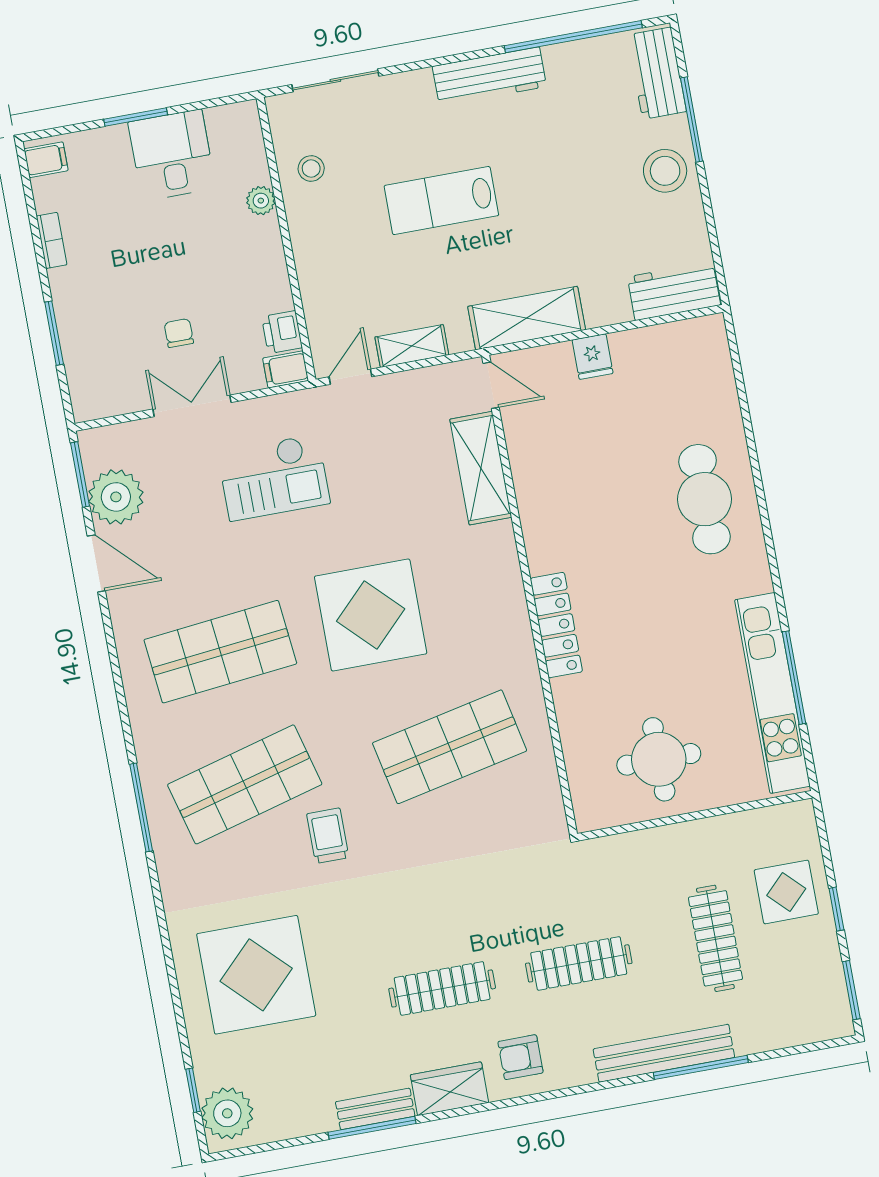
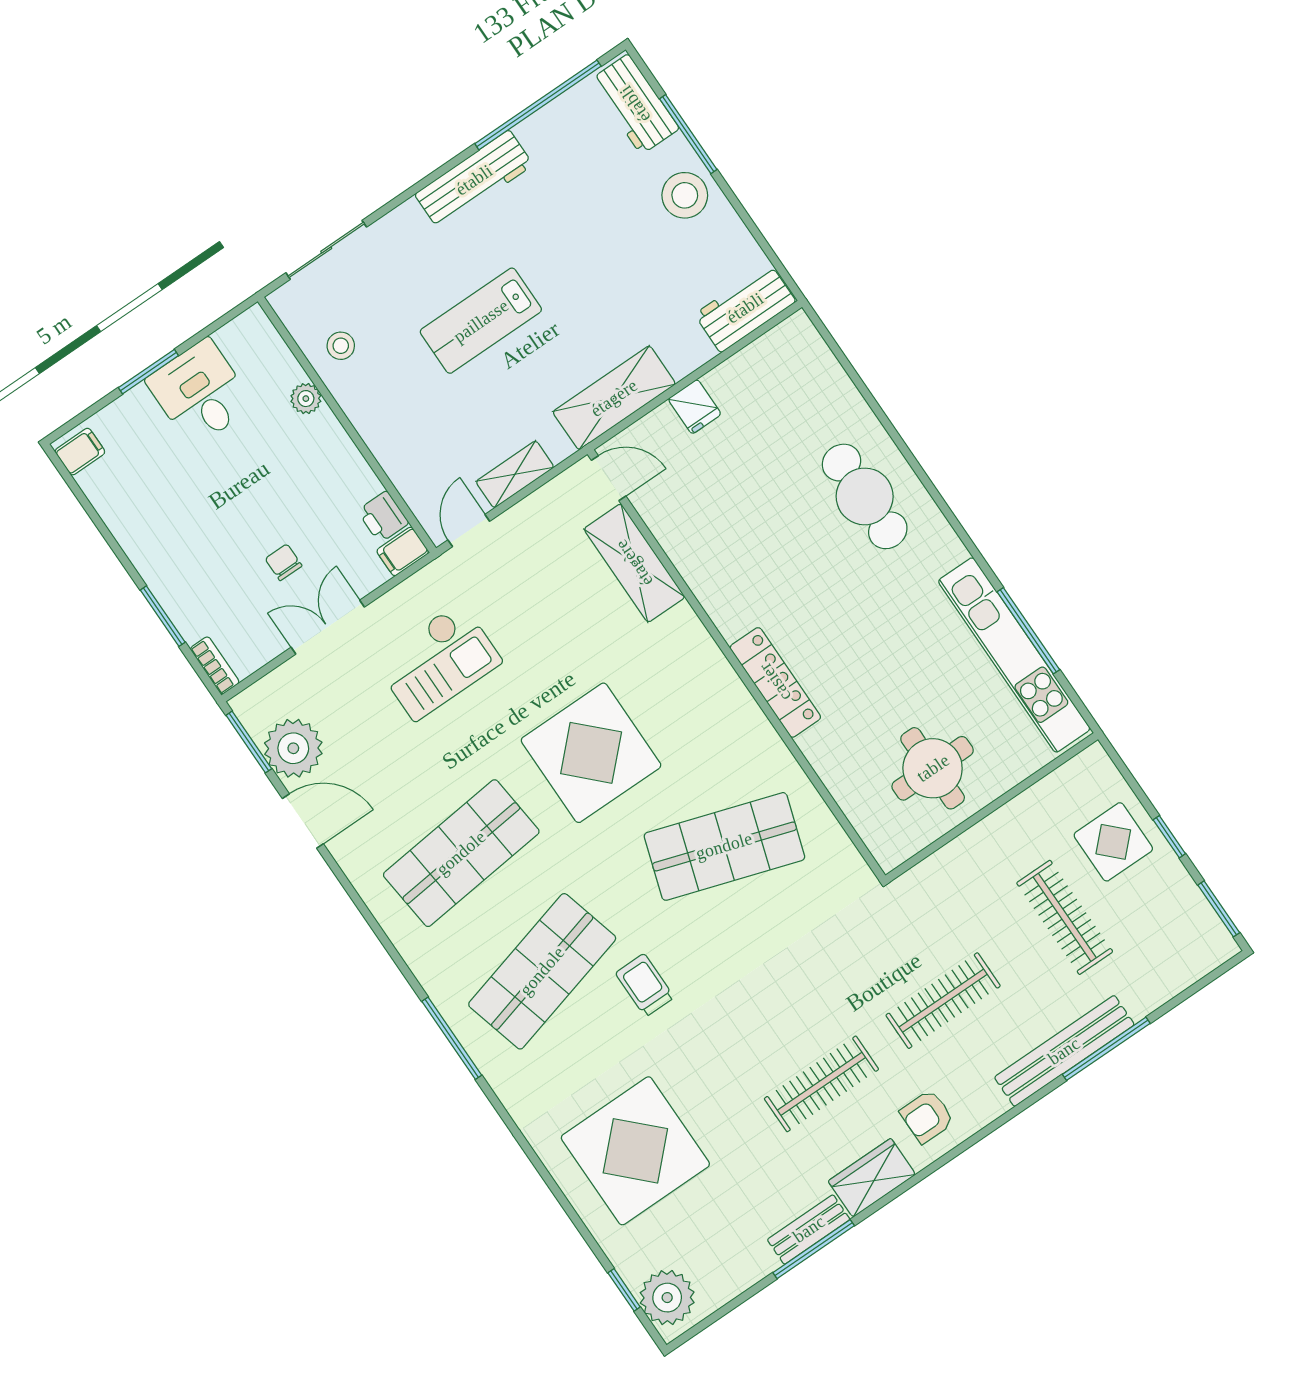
bookcase: (52, 240) -> (215, 665), moved
shop shelf: (450, 747) -> (724, 846), turned 30

